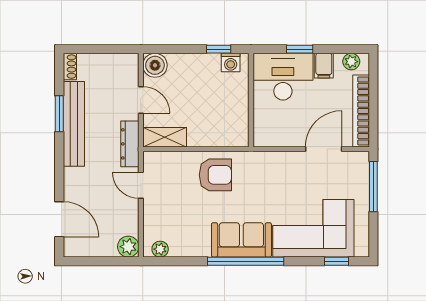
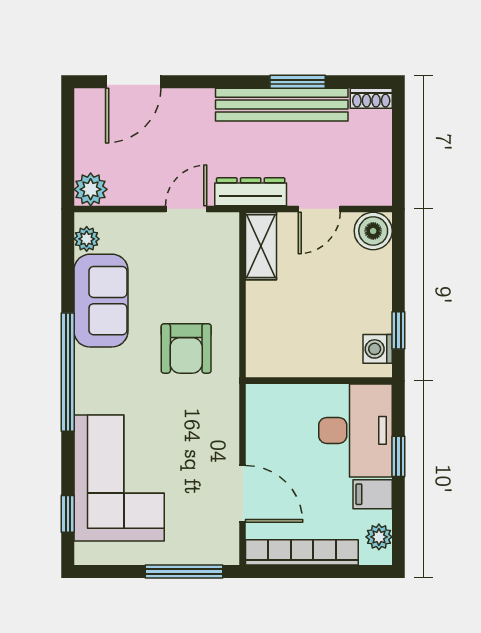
armchair: (215, 175) -> (186, 348), moved
sofa: (241, 240) -> (101, 301), moved

